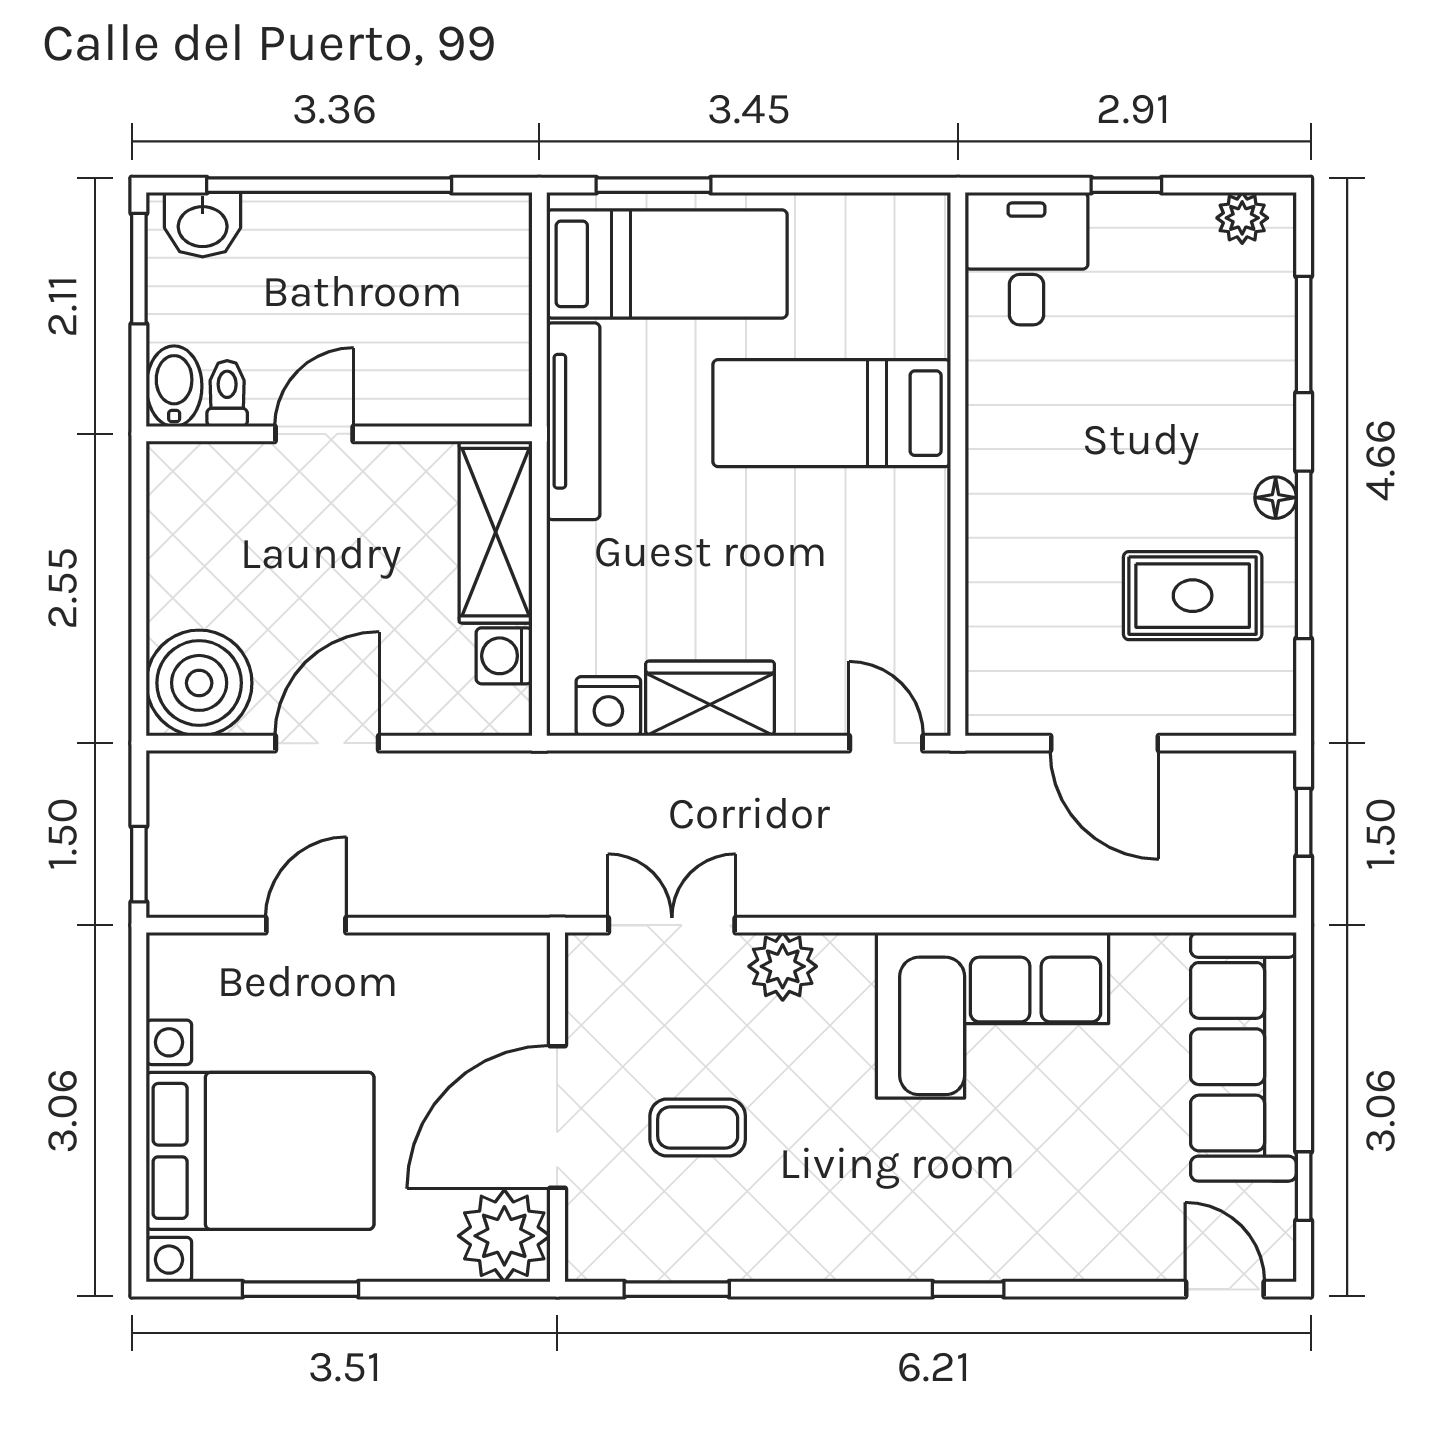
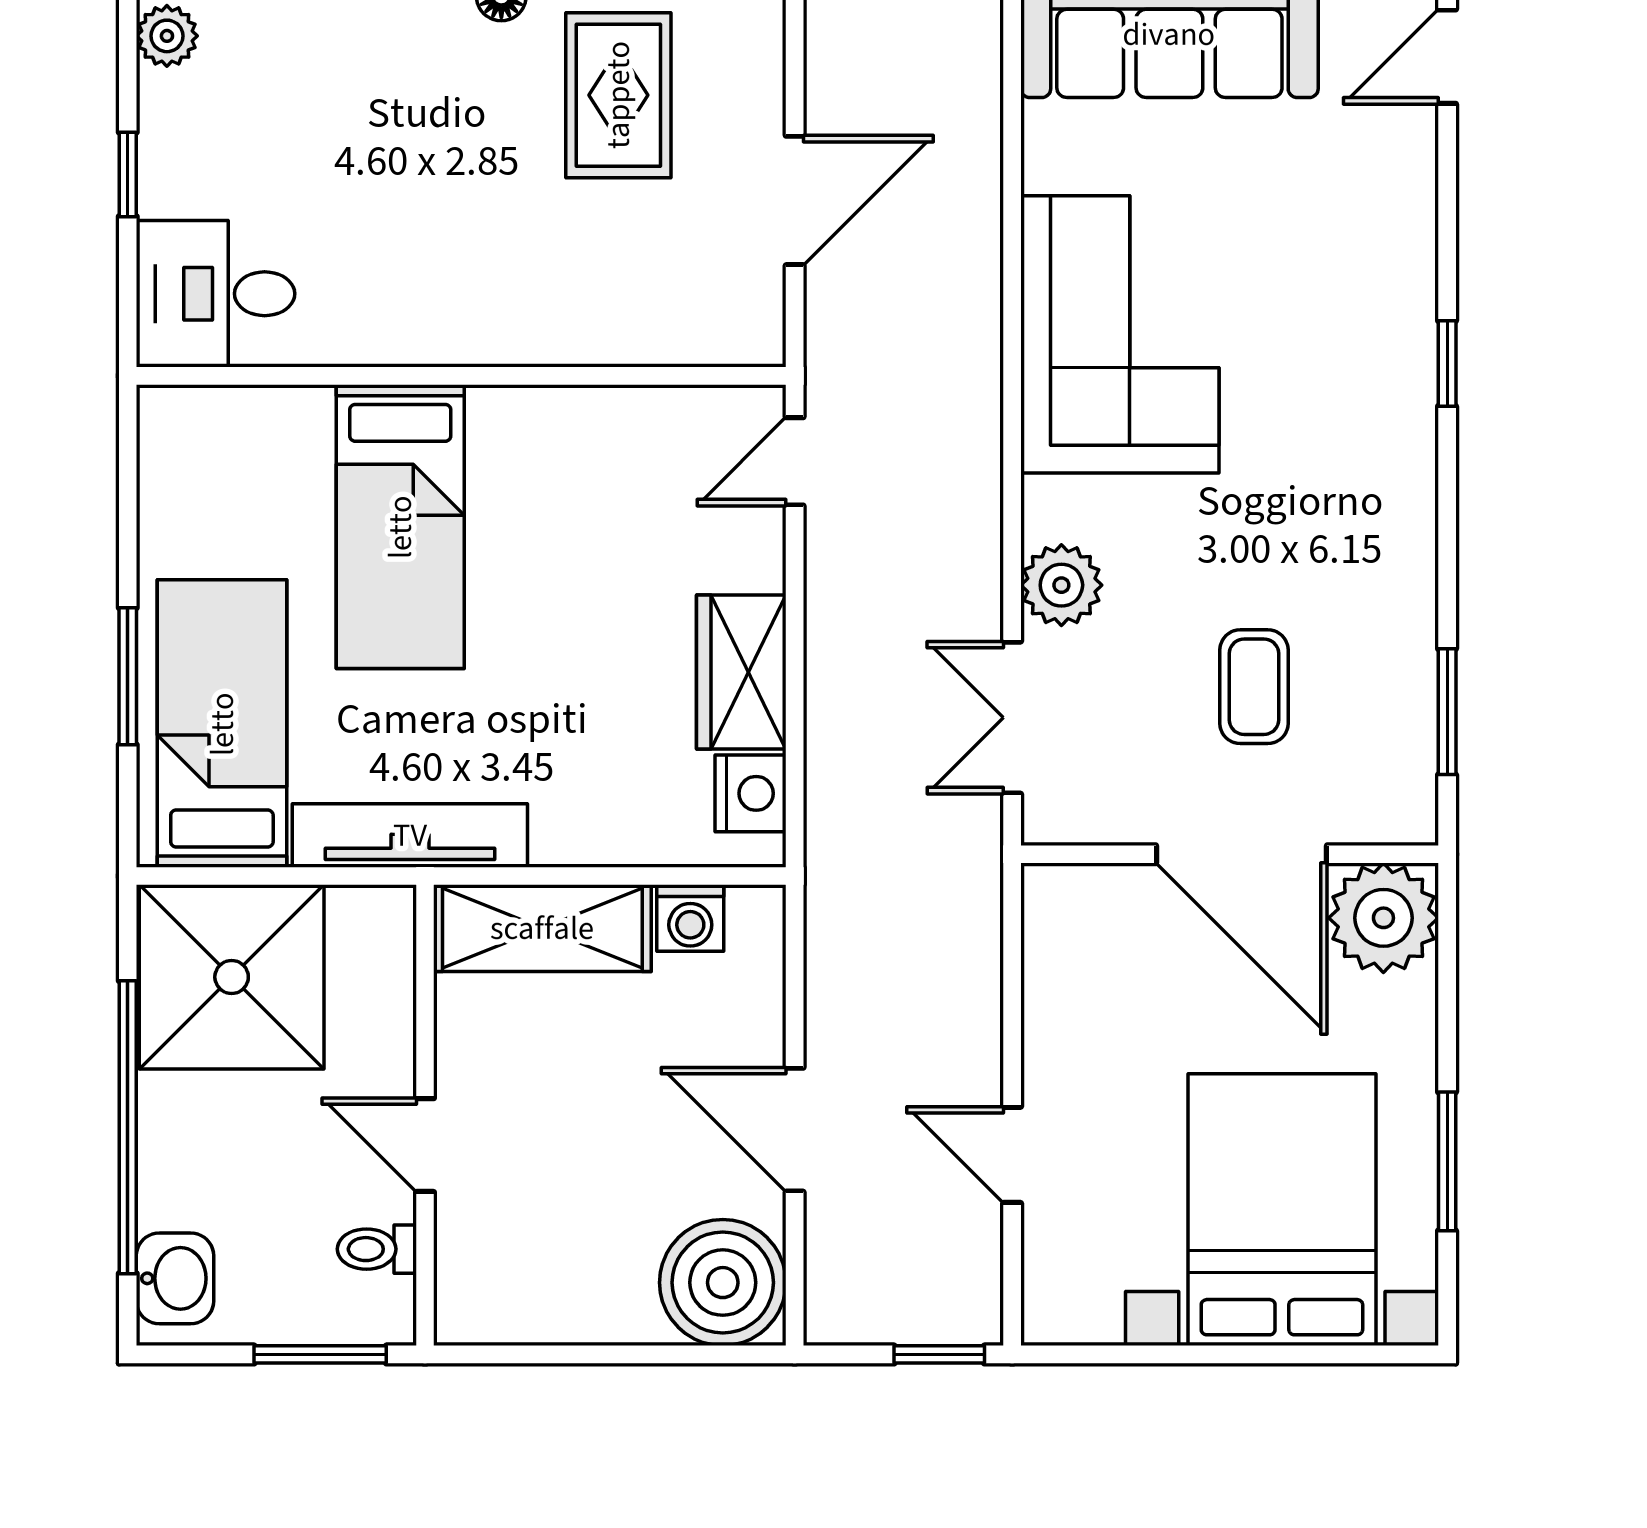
window: (654, 185) -> (128, 676), moved
window: (139, 269) -> (320, 1354), moved
shower: (455, 272) -> (232, 977), added
bidet: (174, 386) -> (368, 1312), removed

